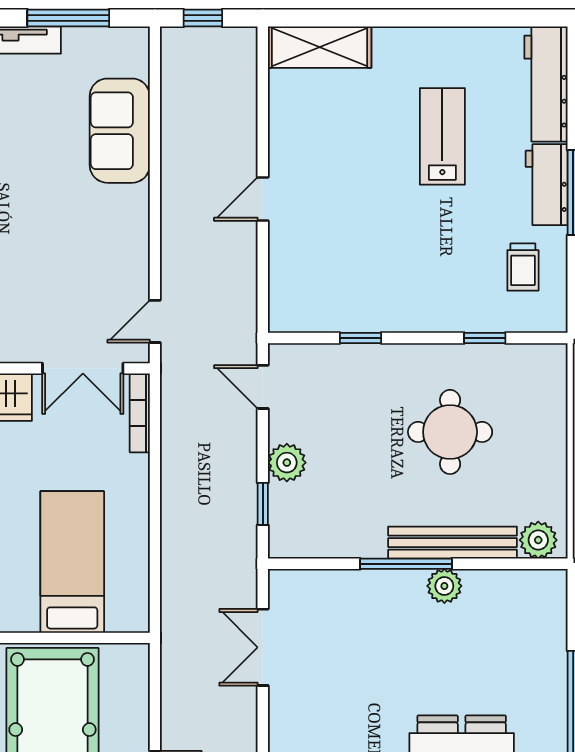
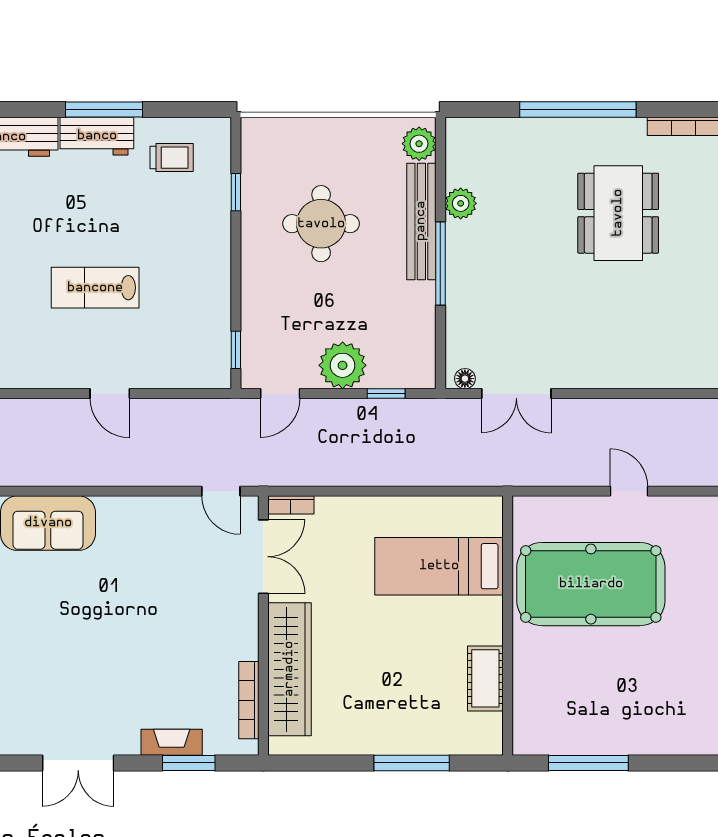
lab bench: (442, 136) -> (95, 288), moved
window: (361, 338) -> (236, 350), moved
bookcase: (140, 413) -> (291, 505), width x0.64
plant: (287, 463) -> (343, 365), width x1.36, depth x1.36
plant: (444, 586) -> (461, 203), moved
floor lamp: (279, 591) -> (465, 379), added

